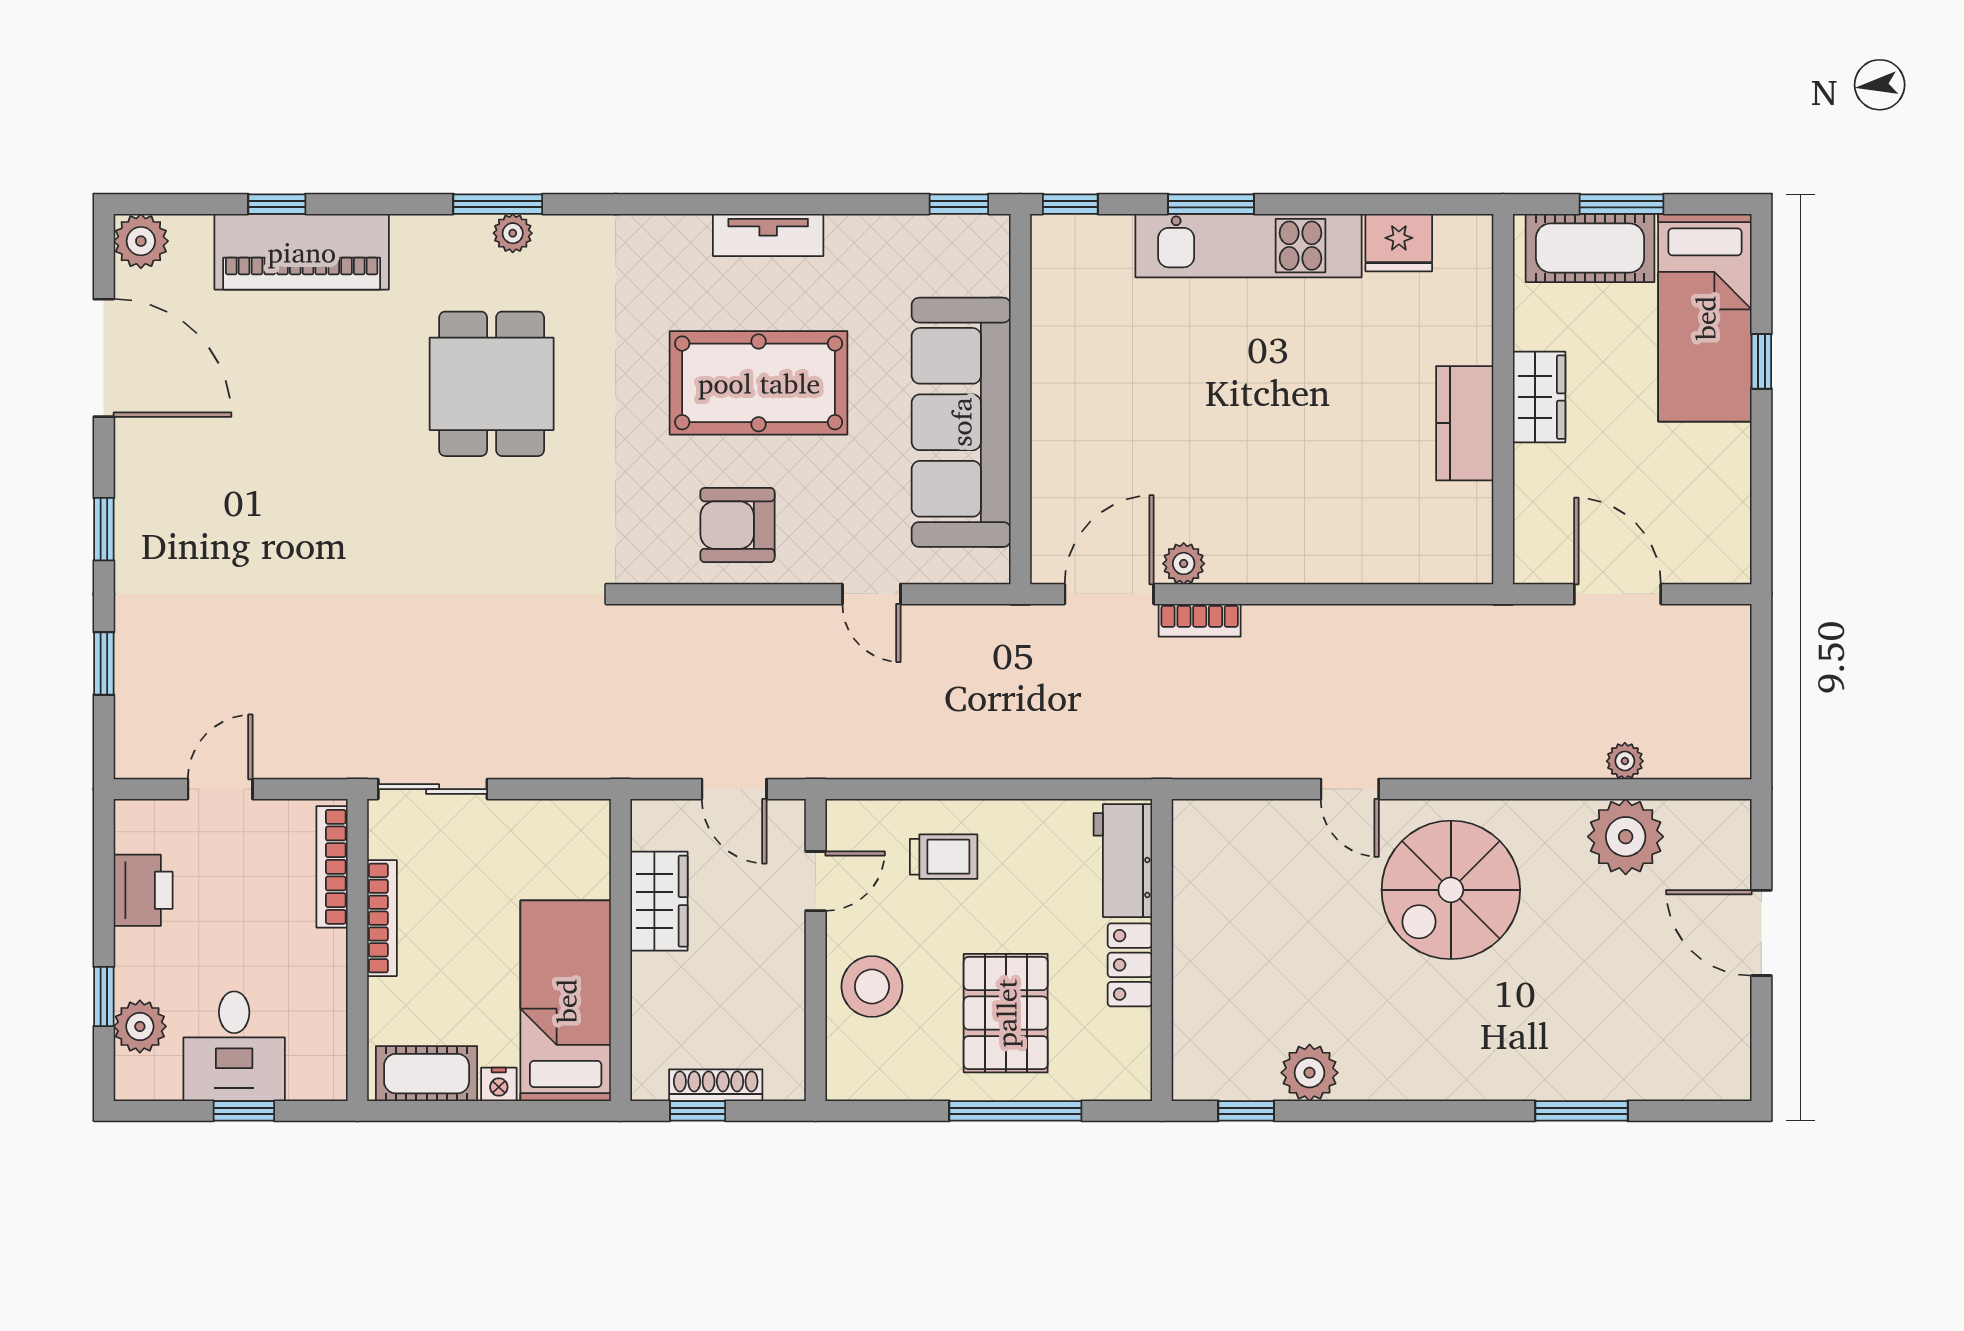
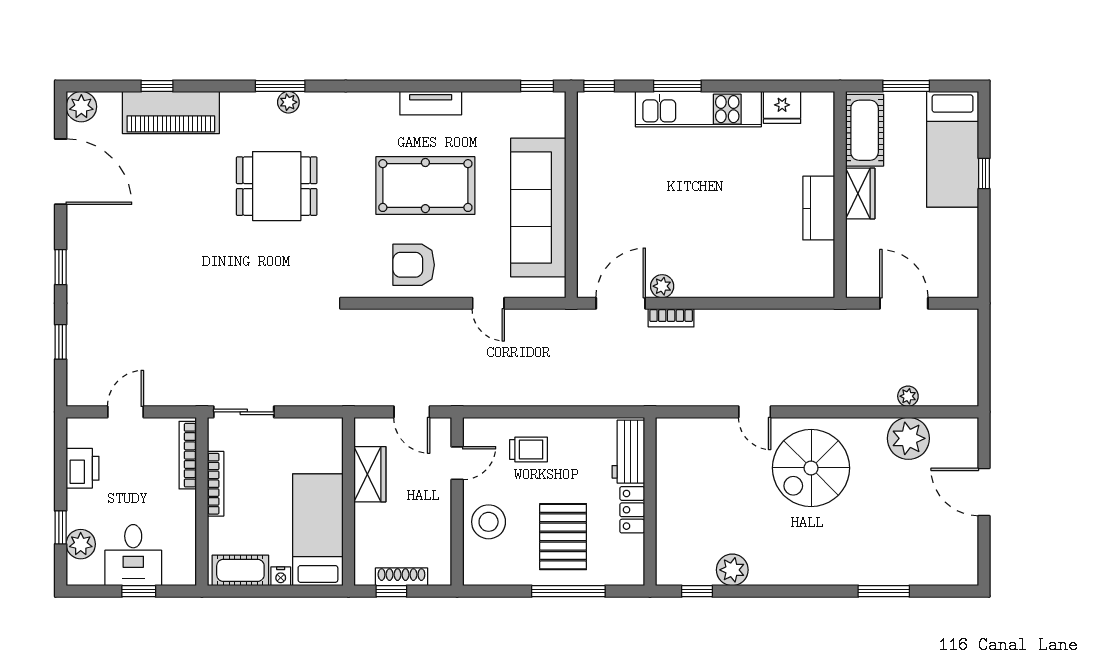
cot: (1590, 248) -> (865, 130), moved, turned 90
dining table: (492, 384) -> (277, 186), turned 90

